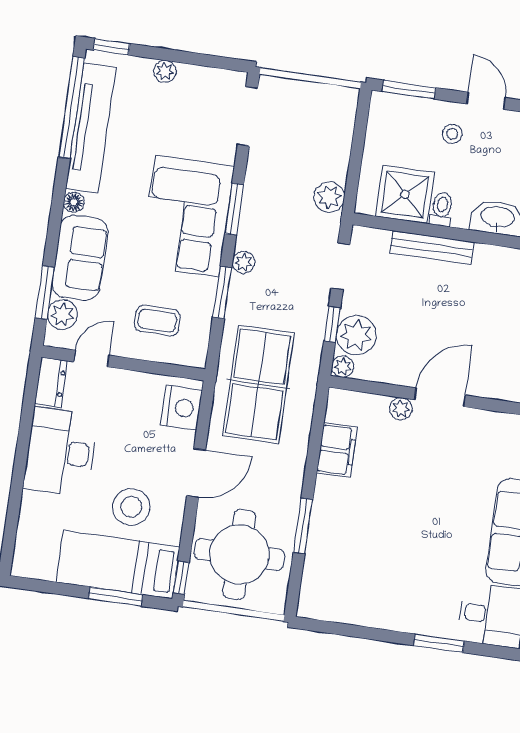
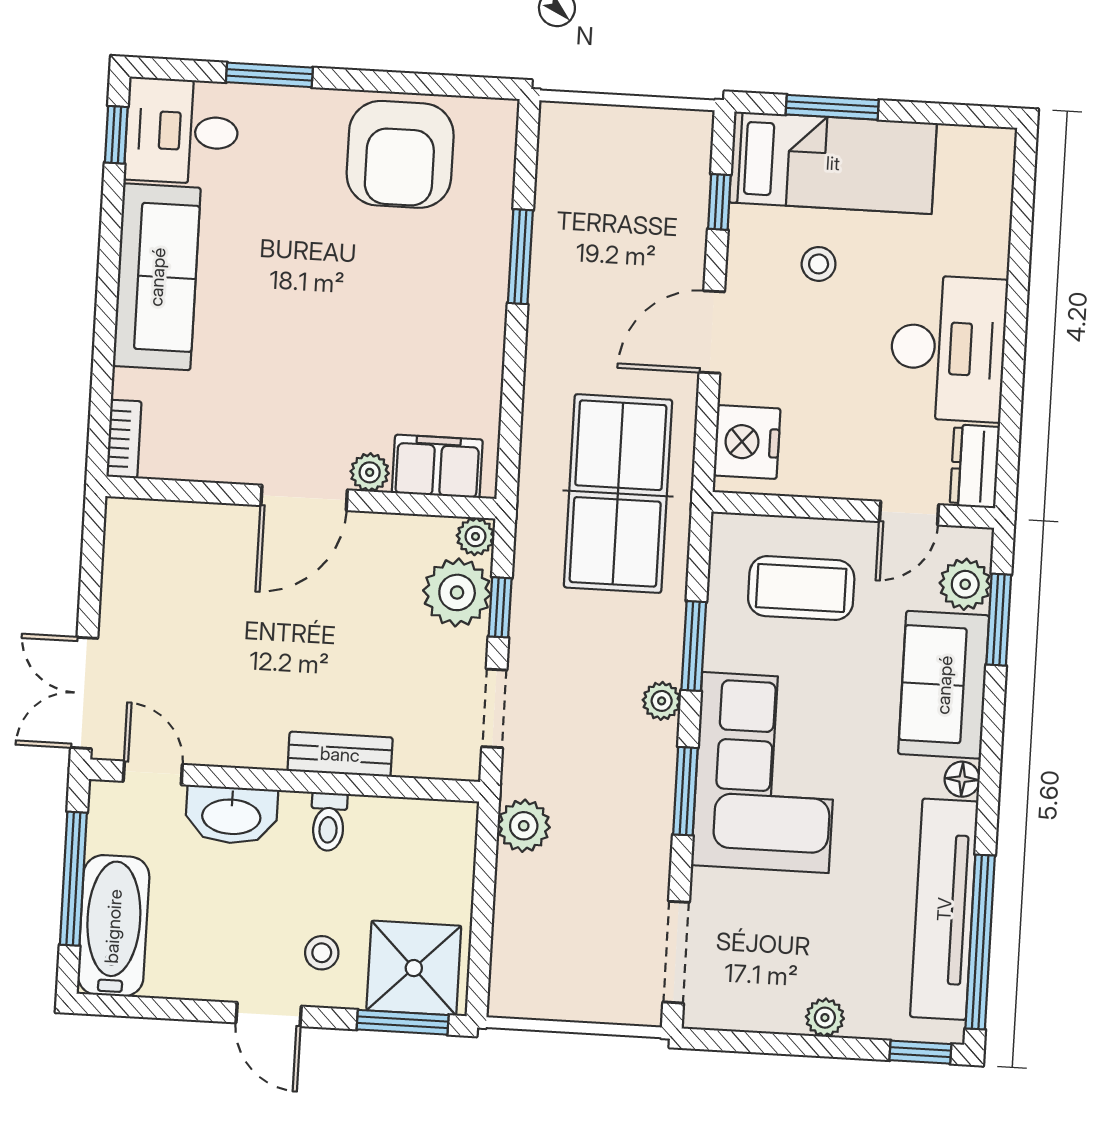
shower: (405, 194) -> (414, 968), moved
bench: (432, 248) -> (340, 754), width x0.73
coffee table: (157, 321) -> (801, 588), width x1.36, depth x1.30
filing cabinet: (337, 450) -> (437, 466), moved, turned 90
stool: (131, 507) -> (819, 264), width x0.53, depth x0.53
round table: (239, 554) -> (626, 198), removed
window: (181, 578) -> (719, 202), moved
armchair: (367, 591) -> (400, 154), added

